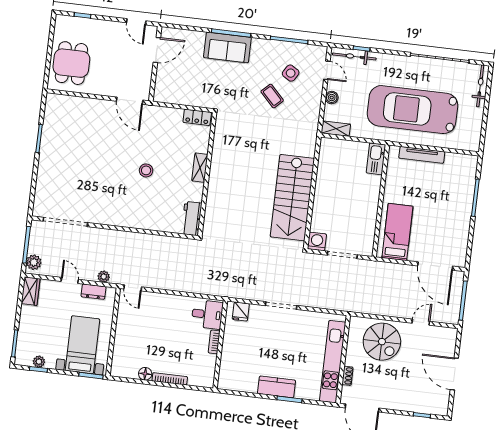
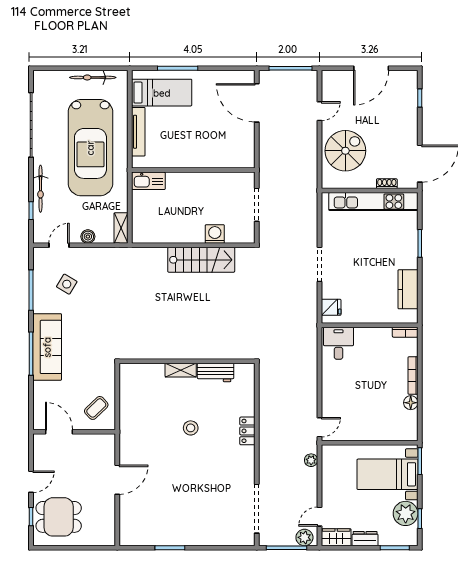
door: (136, 22) -> (31, 482), moved
sofa: (227, 47) -> (47, 347), width x1.36
bicycle: (354, 56) -> (41, 189), moved
dining table: (71, 63) -> (59, 517), moved
bicycle: (480, 86) -> (93, 77), moved
coffee table: (272, 96) -> (96, 408), moved
door: (130, 101) -> (117, 480), moved
locker: (197, 117) -> (247, 431), moved, turned 180
stairs: (292, 198) -> (201, 260), width x0.73, depth x0.66
workbench: (192, 219) -> (216, 372), moved
bed: (397, 232) -> (162, 93), moved, turned 180
washing machine: (317, 241) -> (215, 234), moved, turned 90
door: (435, 266) -> (257, 103), swing flipped
door: (70, 280) -> (319, 517), moved
dresser: (94, 292) -> (365, 539), moved, turned -90
door: (421, 322) -> (319, 111), swing flipped
bookcase: (214, 342) -> (405, 332), moved
plant: (39, 362) -> (406, 513), width x1.88, depth x1.88
kitchen counter: (277, 387) -> (408, 289), moved

